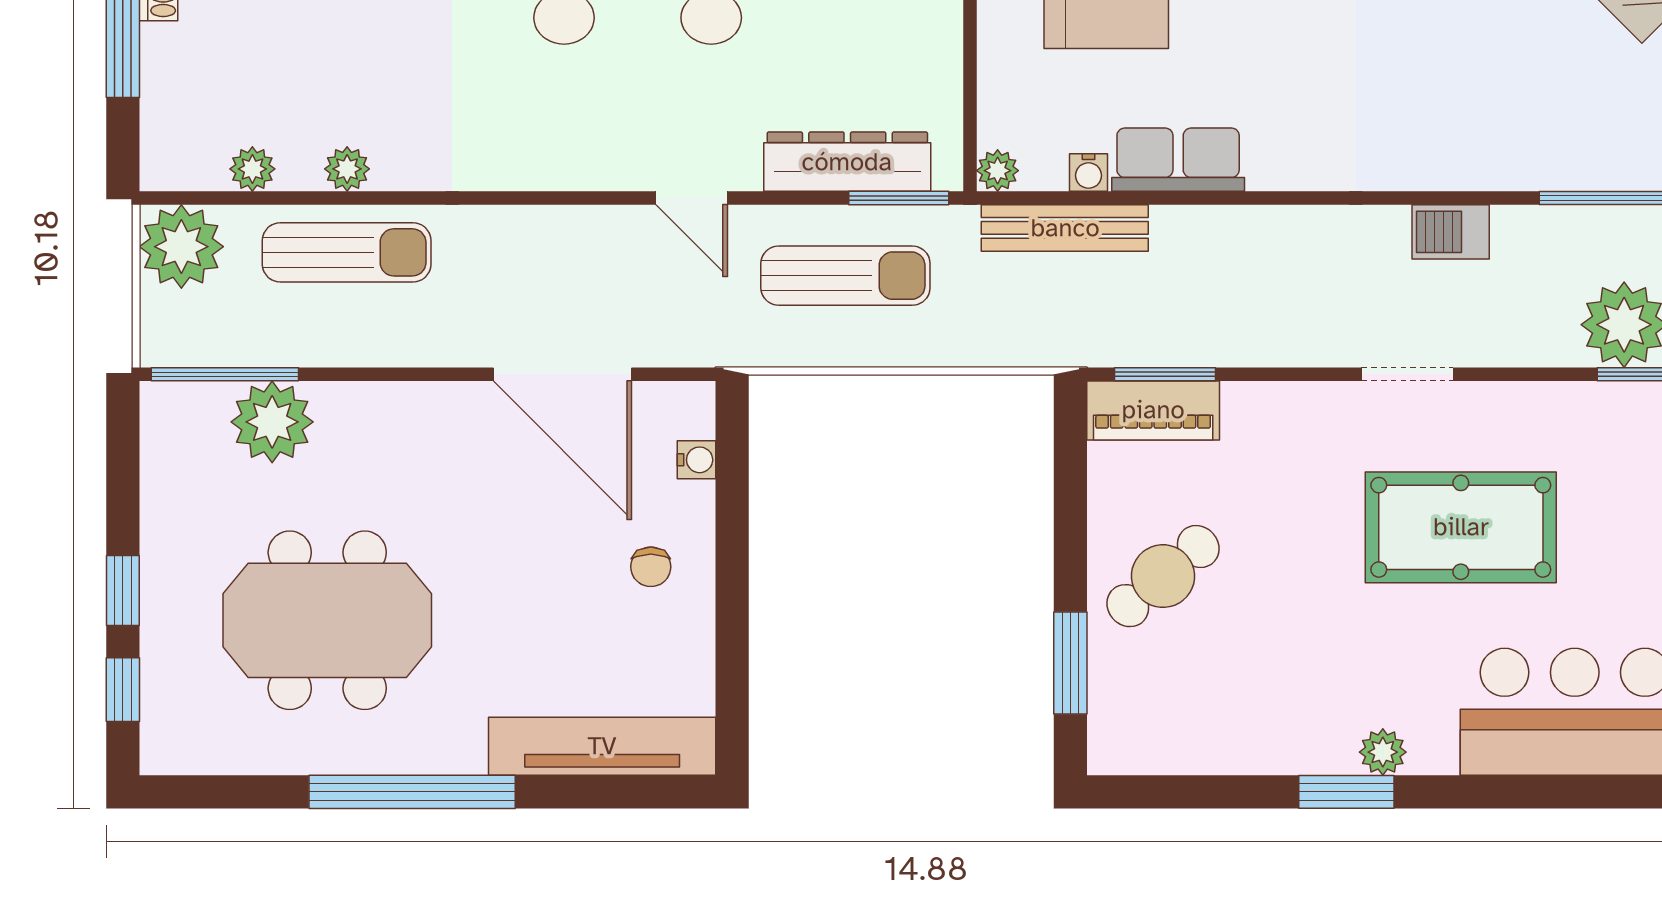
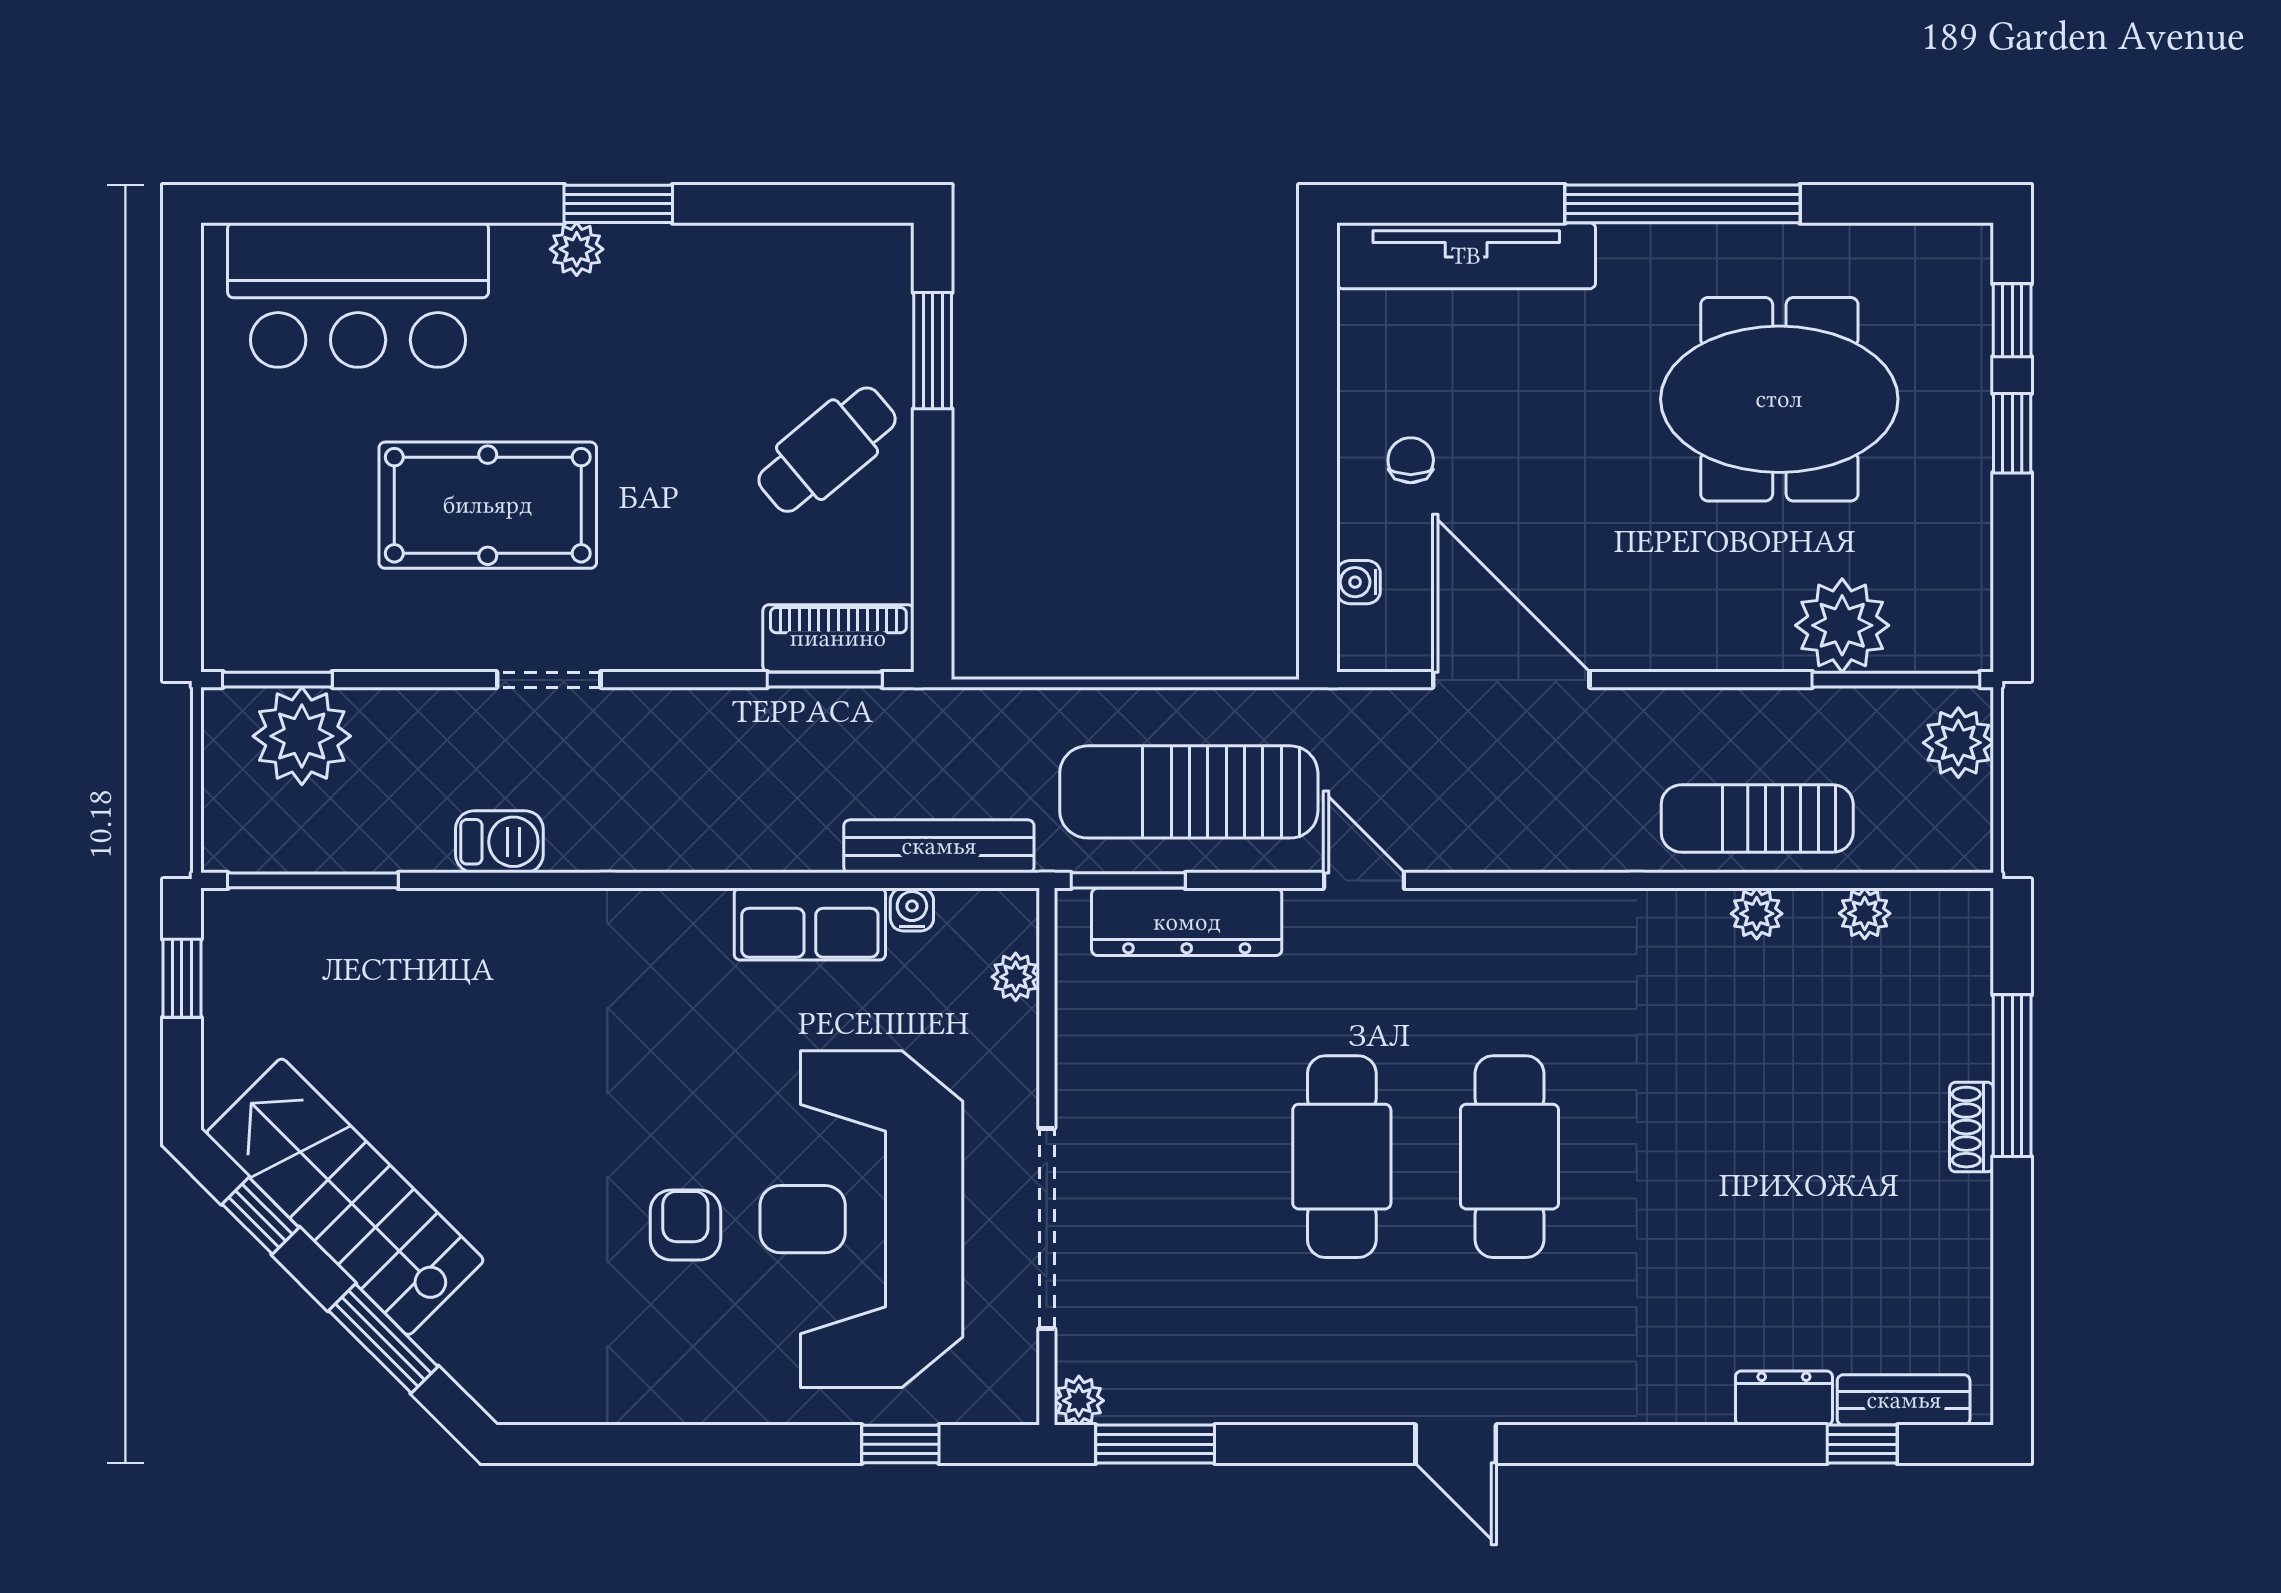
plant: (998, 171) -> (1016, 977), moved
plant: (181, 247) -> (1958, 743), moved, width x0.73, depth x0.73
sun lounger: (845, 276) -> (1189, 792), width x1.36, depth x1.34

